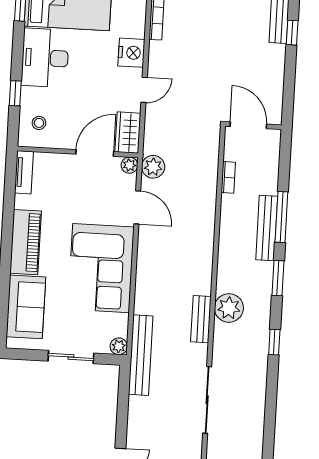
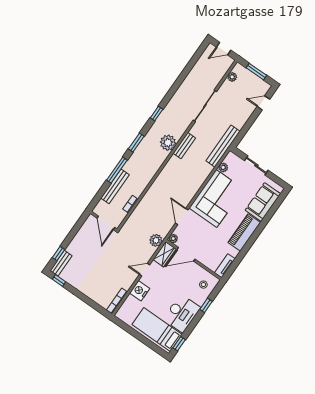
plant: (153, 167) -> (156, 240), moved
bench: (267, 228) -> (115, 186), moved
plant: (119, 346) -> (223, 167), moved

